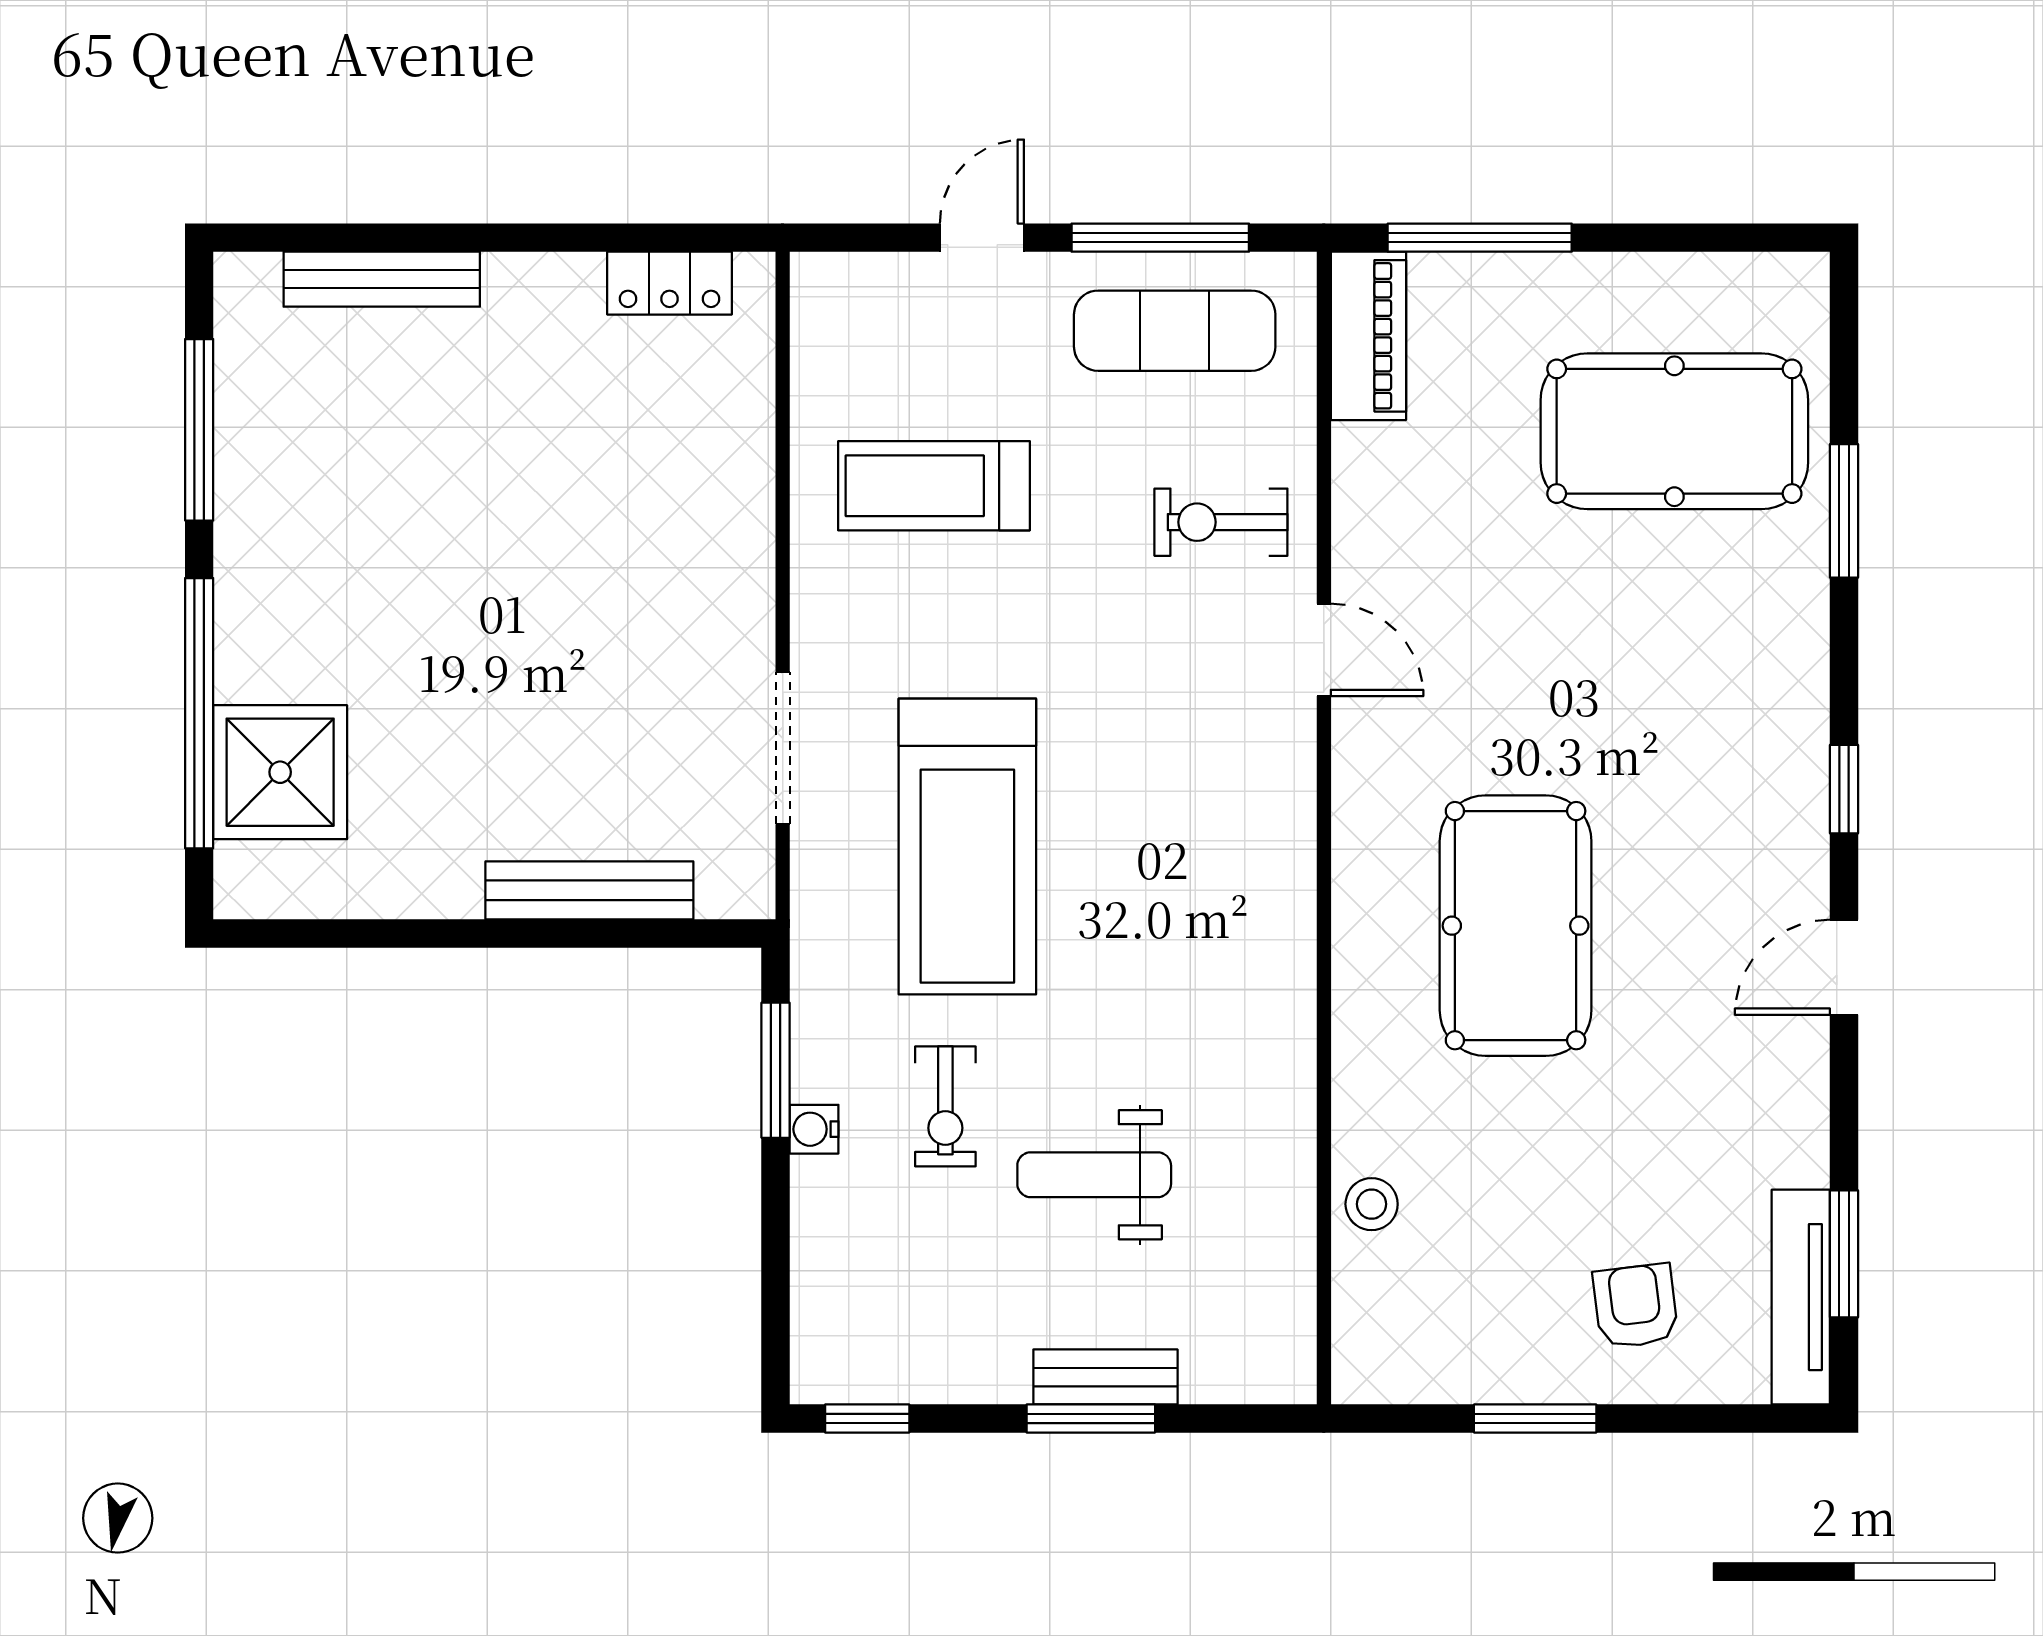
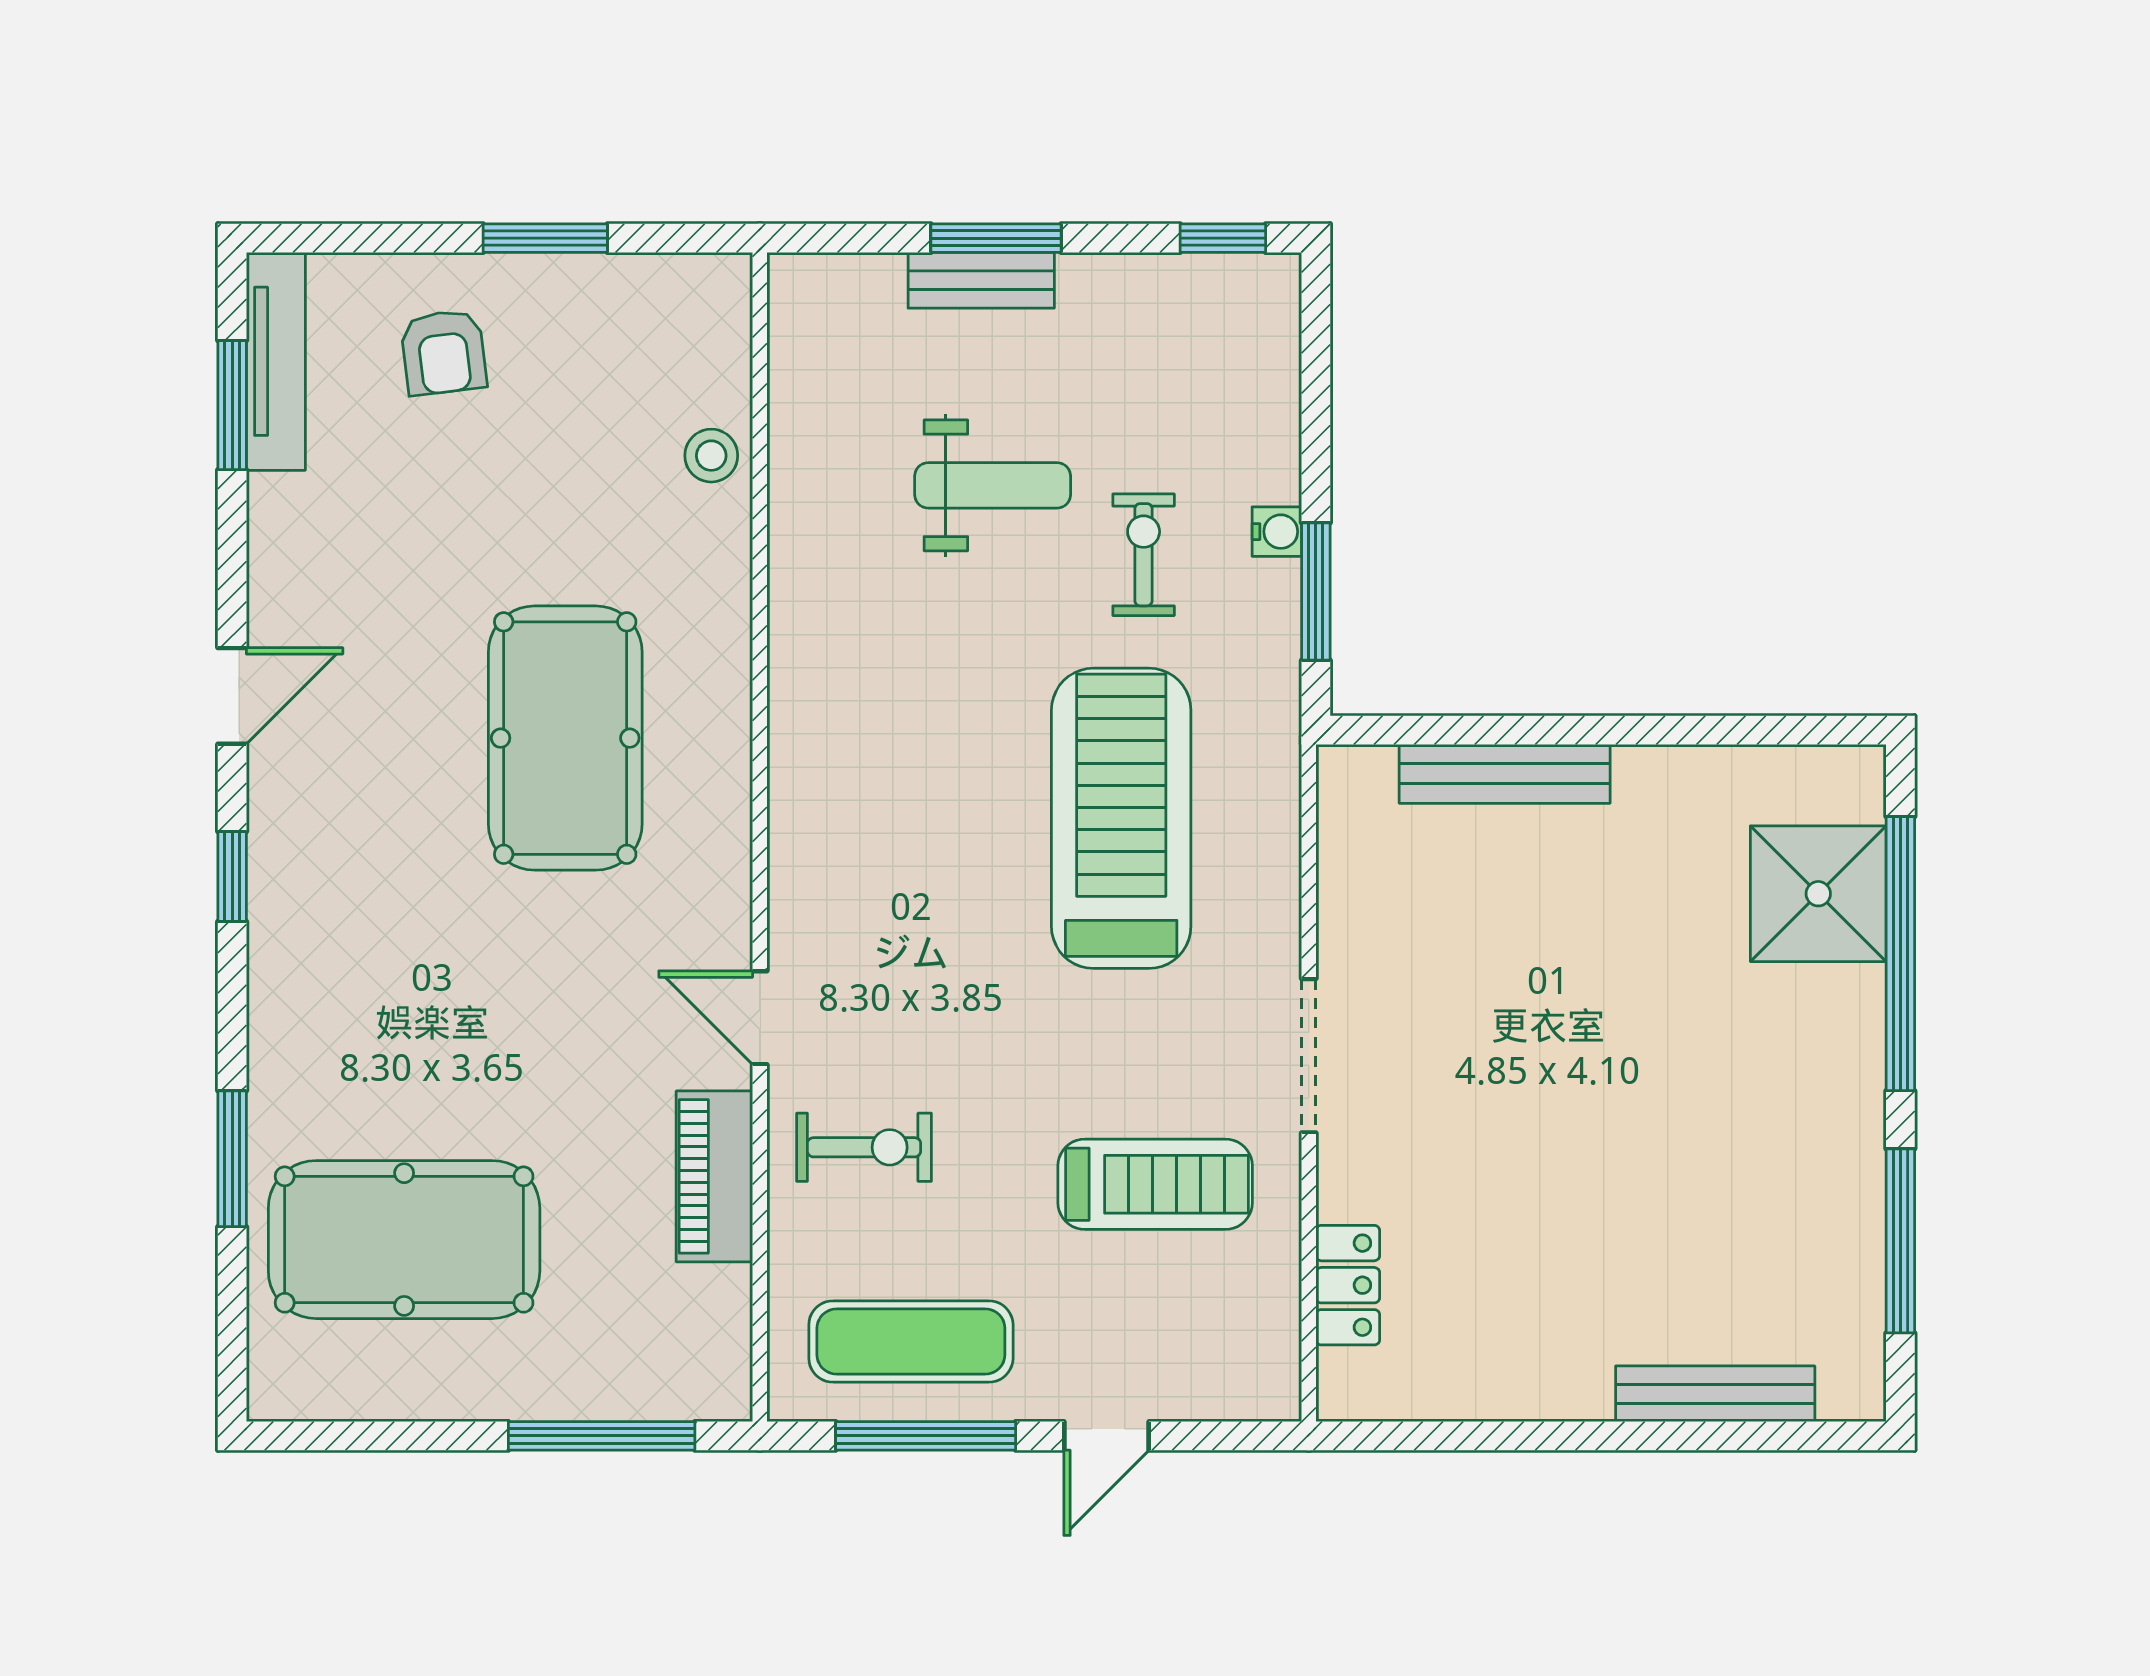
locker: (669, 283) -> (1348, 1285), moved, turned 90
piano: (1368, 336) -> (714, 1176), moved
doorway: (783, 748) -> (1309, 1056), moved

